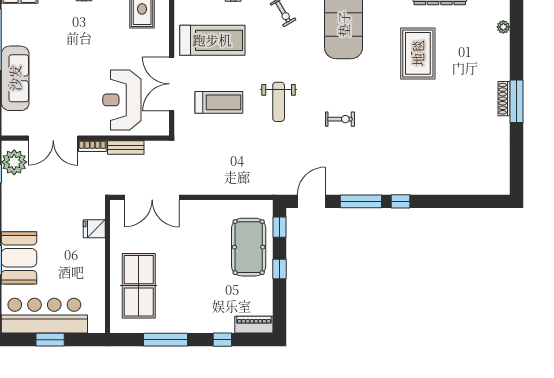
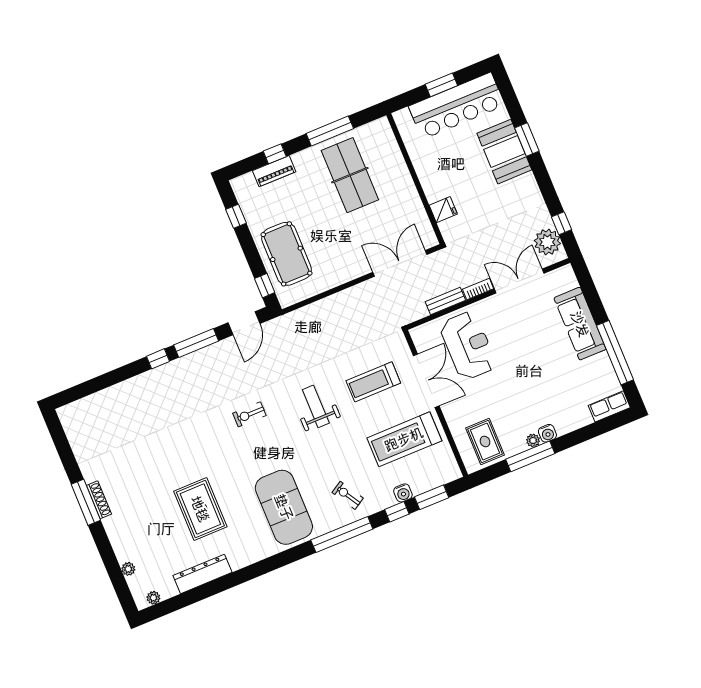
window: (279, 269) -> (236, 216), moved
table tennis table: (139, 286) -> (350, 175), moved
piano: (254, 325) -> (274, 171), moved

